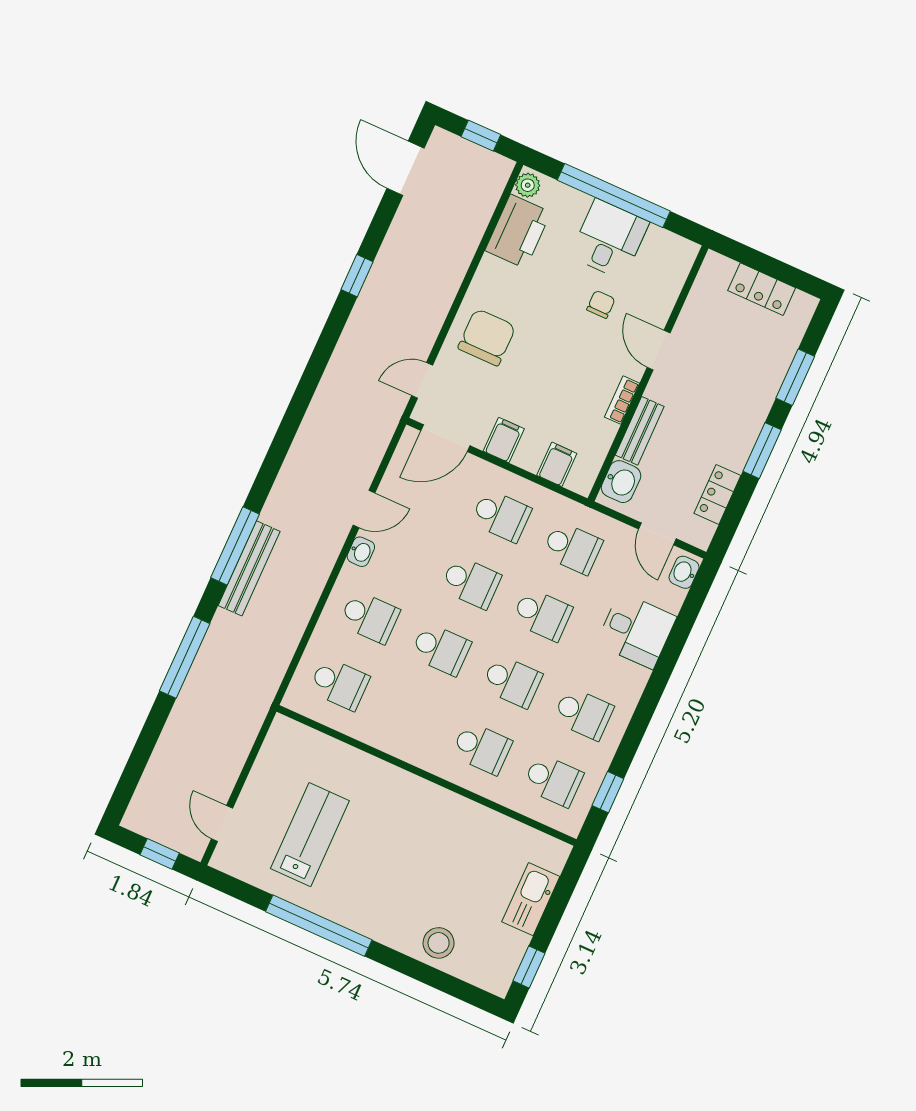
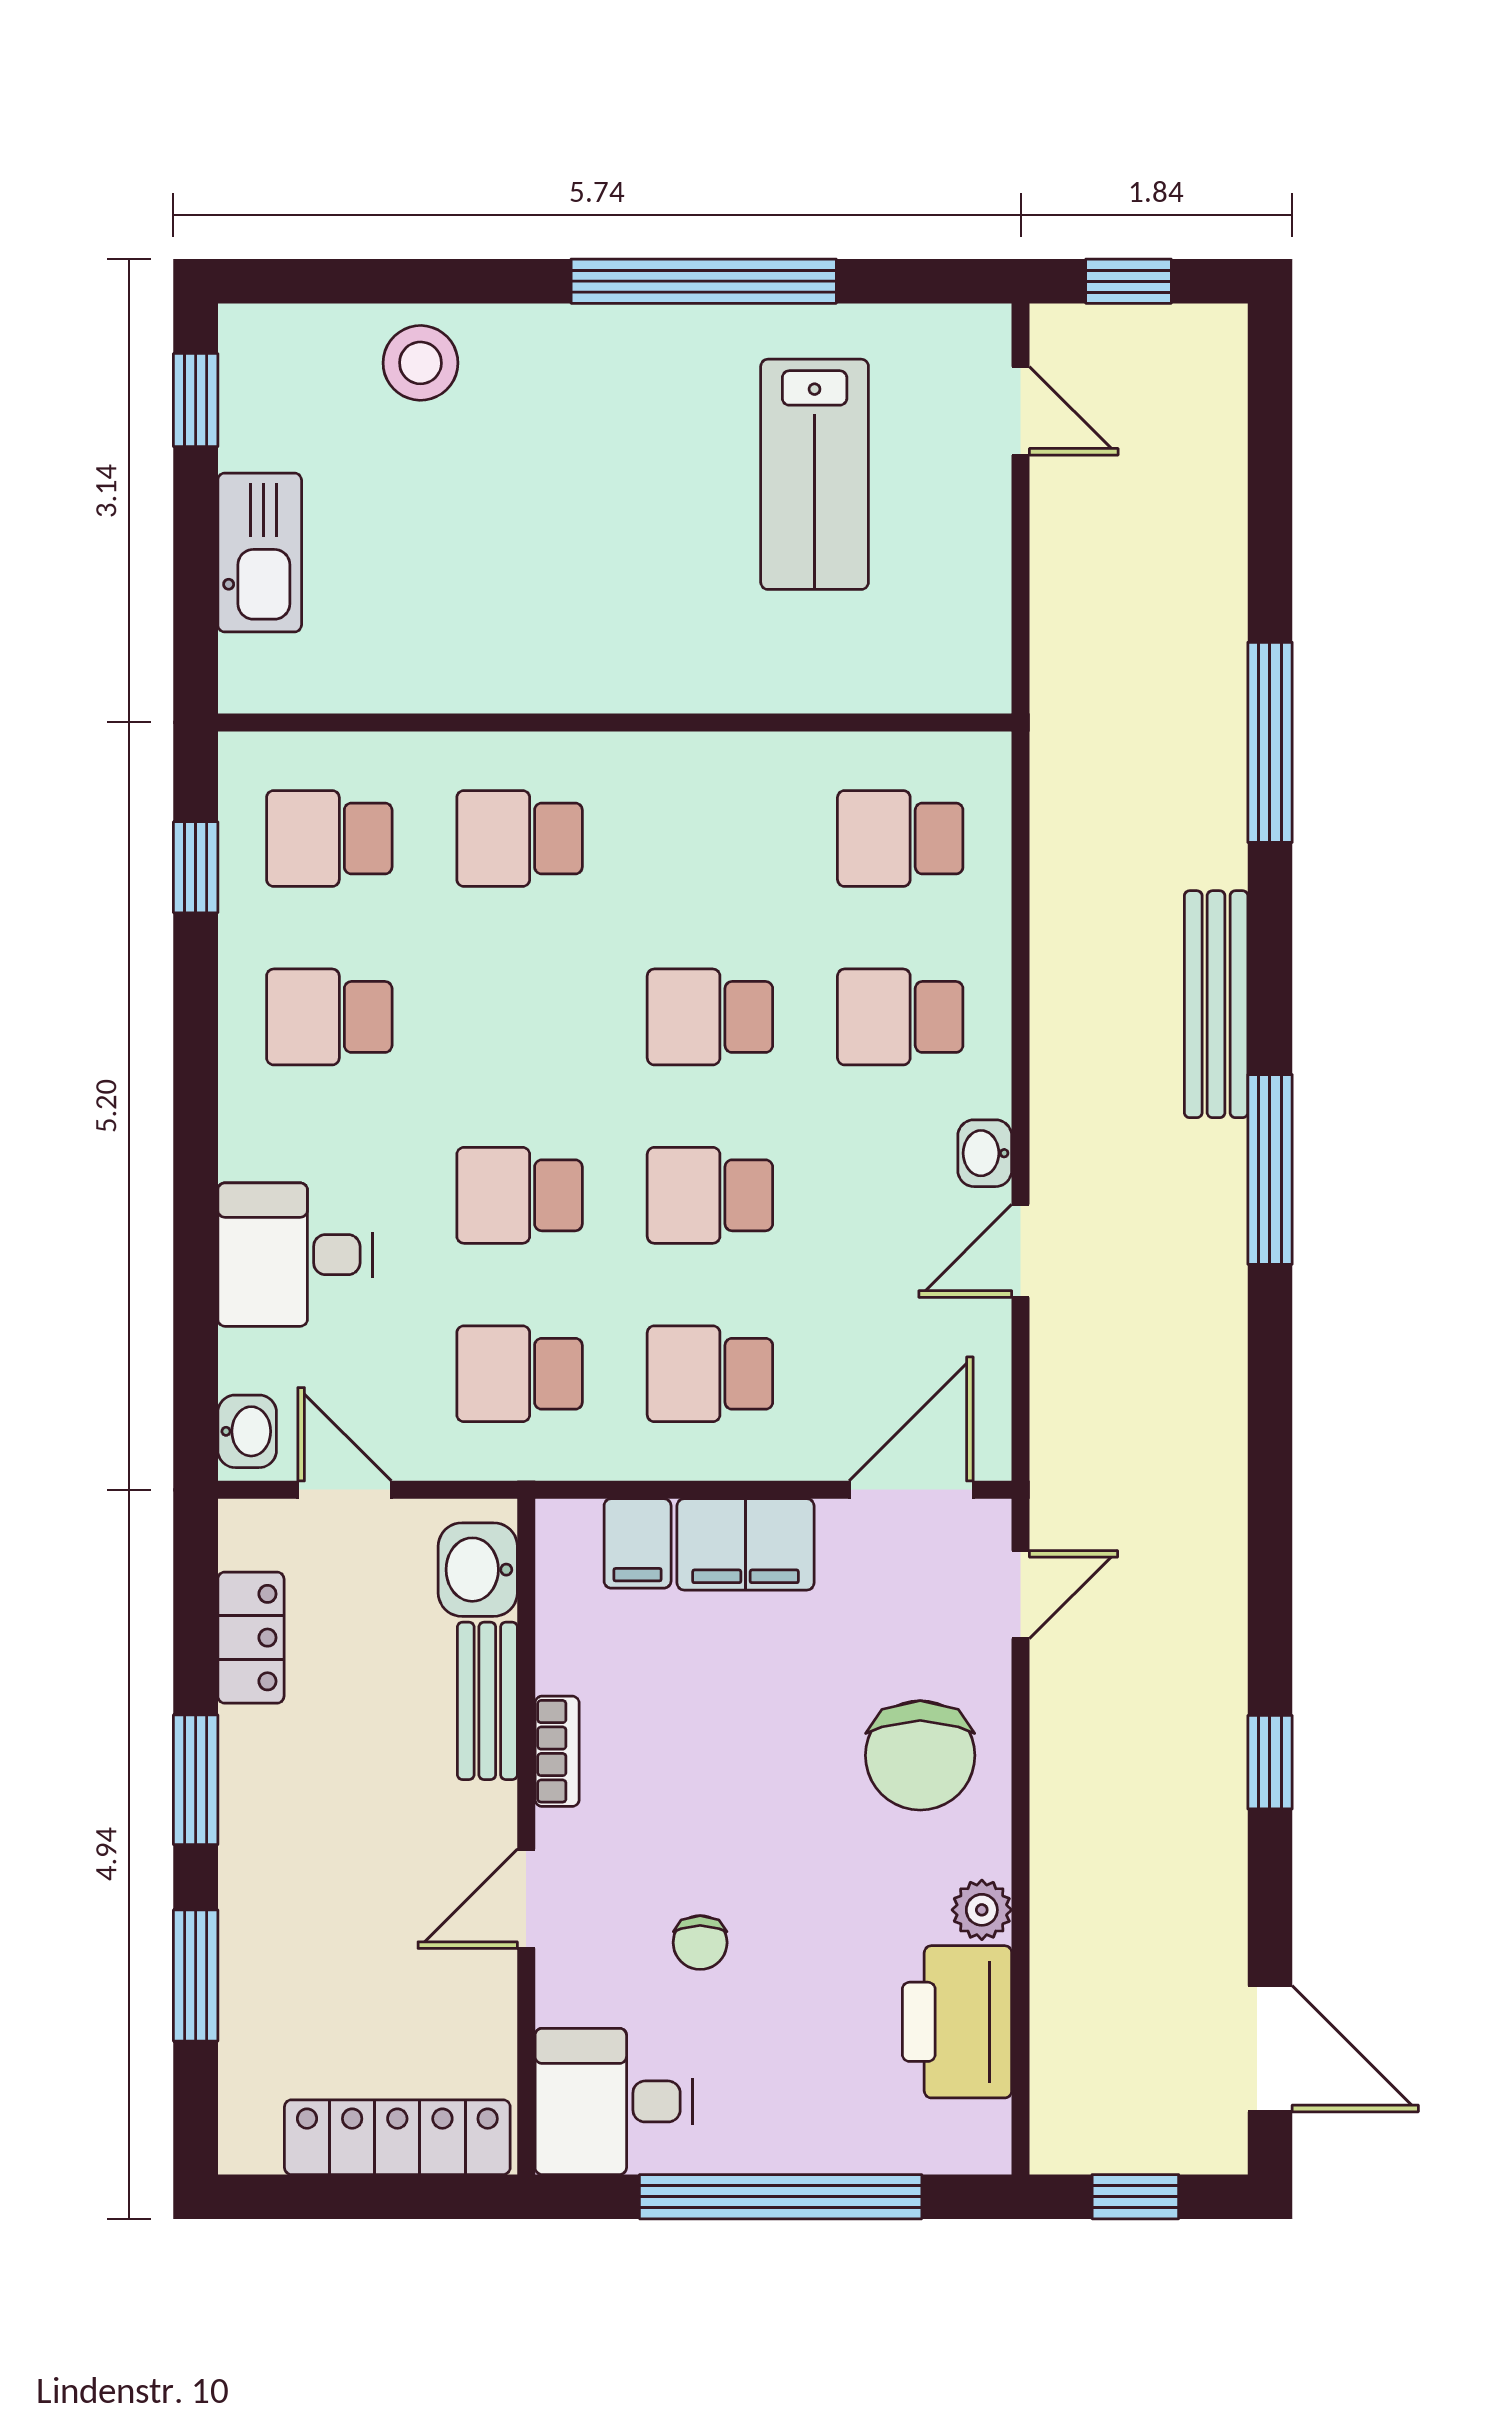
plant: (528, 185) -> (982, 1910), moved
desk: (609, 239) -> (614, 2101), moved, turned 90
locker: (762, 289) -> (397, 2137), width x1.53
door: (659, 350) -> (526, 1899), swing flipped
filing cabinet: (504, 440) -> (746, 1544), width x2.00
window: (235, 546) -> (1270, 1169), moved
school desk: (512, 681) -> (520, 1017), removed

